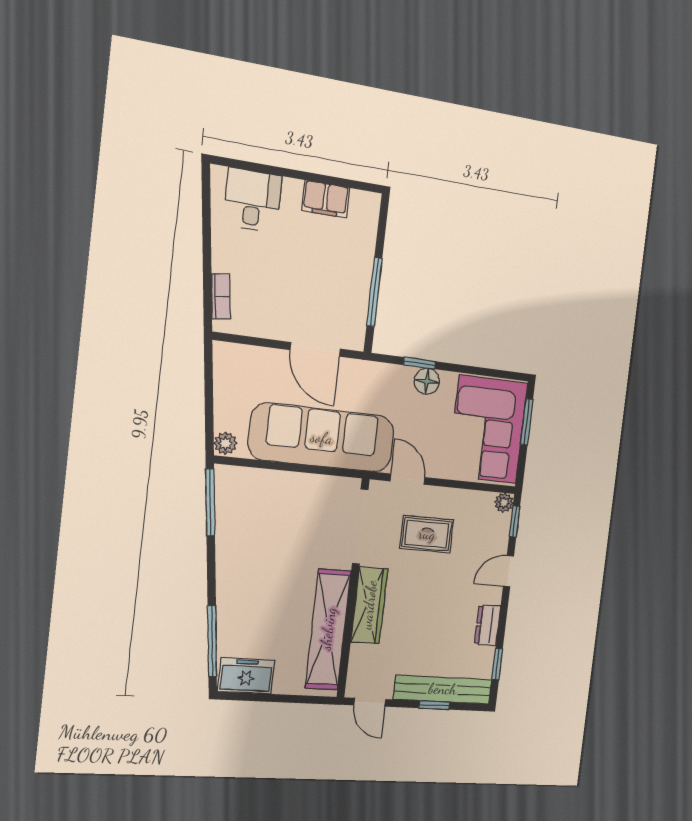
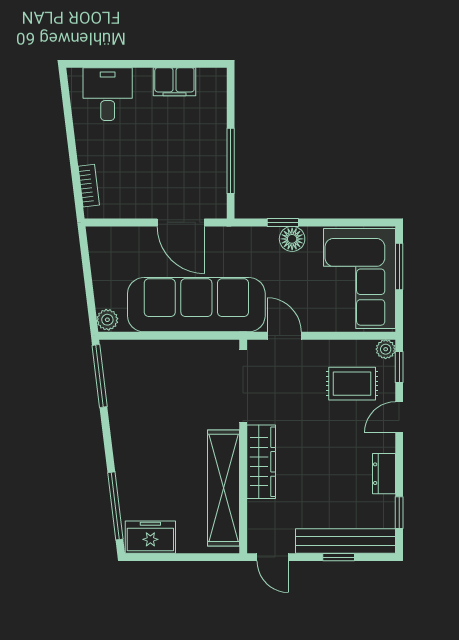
rug: (427, 534) -> (352, 384), moved

